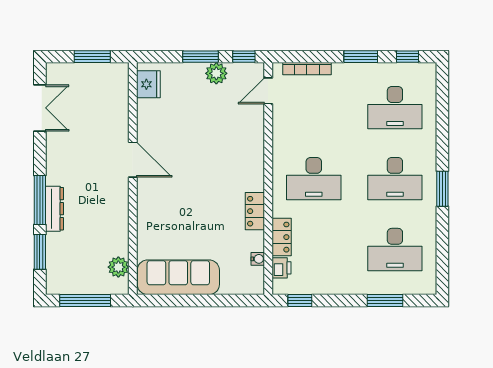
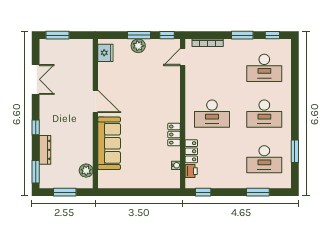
window: (92, 57) -> (57, 35), moved
plant: (216, 73) -> (138, 46), moved
double door: (40, 108) -> (36, 79), moved
window: (442, 189) -> (295, 151), moved
window: (40, 200) -> (36, 127), width x0.46
dresser: (54, 209) -> (45, 150), moved
window: (40, 252) -> (36, 172), moved
sofa: (178, 277) -> (109, 143), moved, turned 90
window: (85, 301) -> (65, 192), width x0.69

